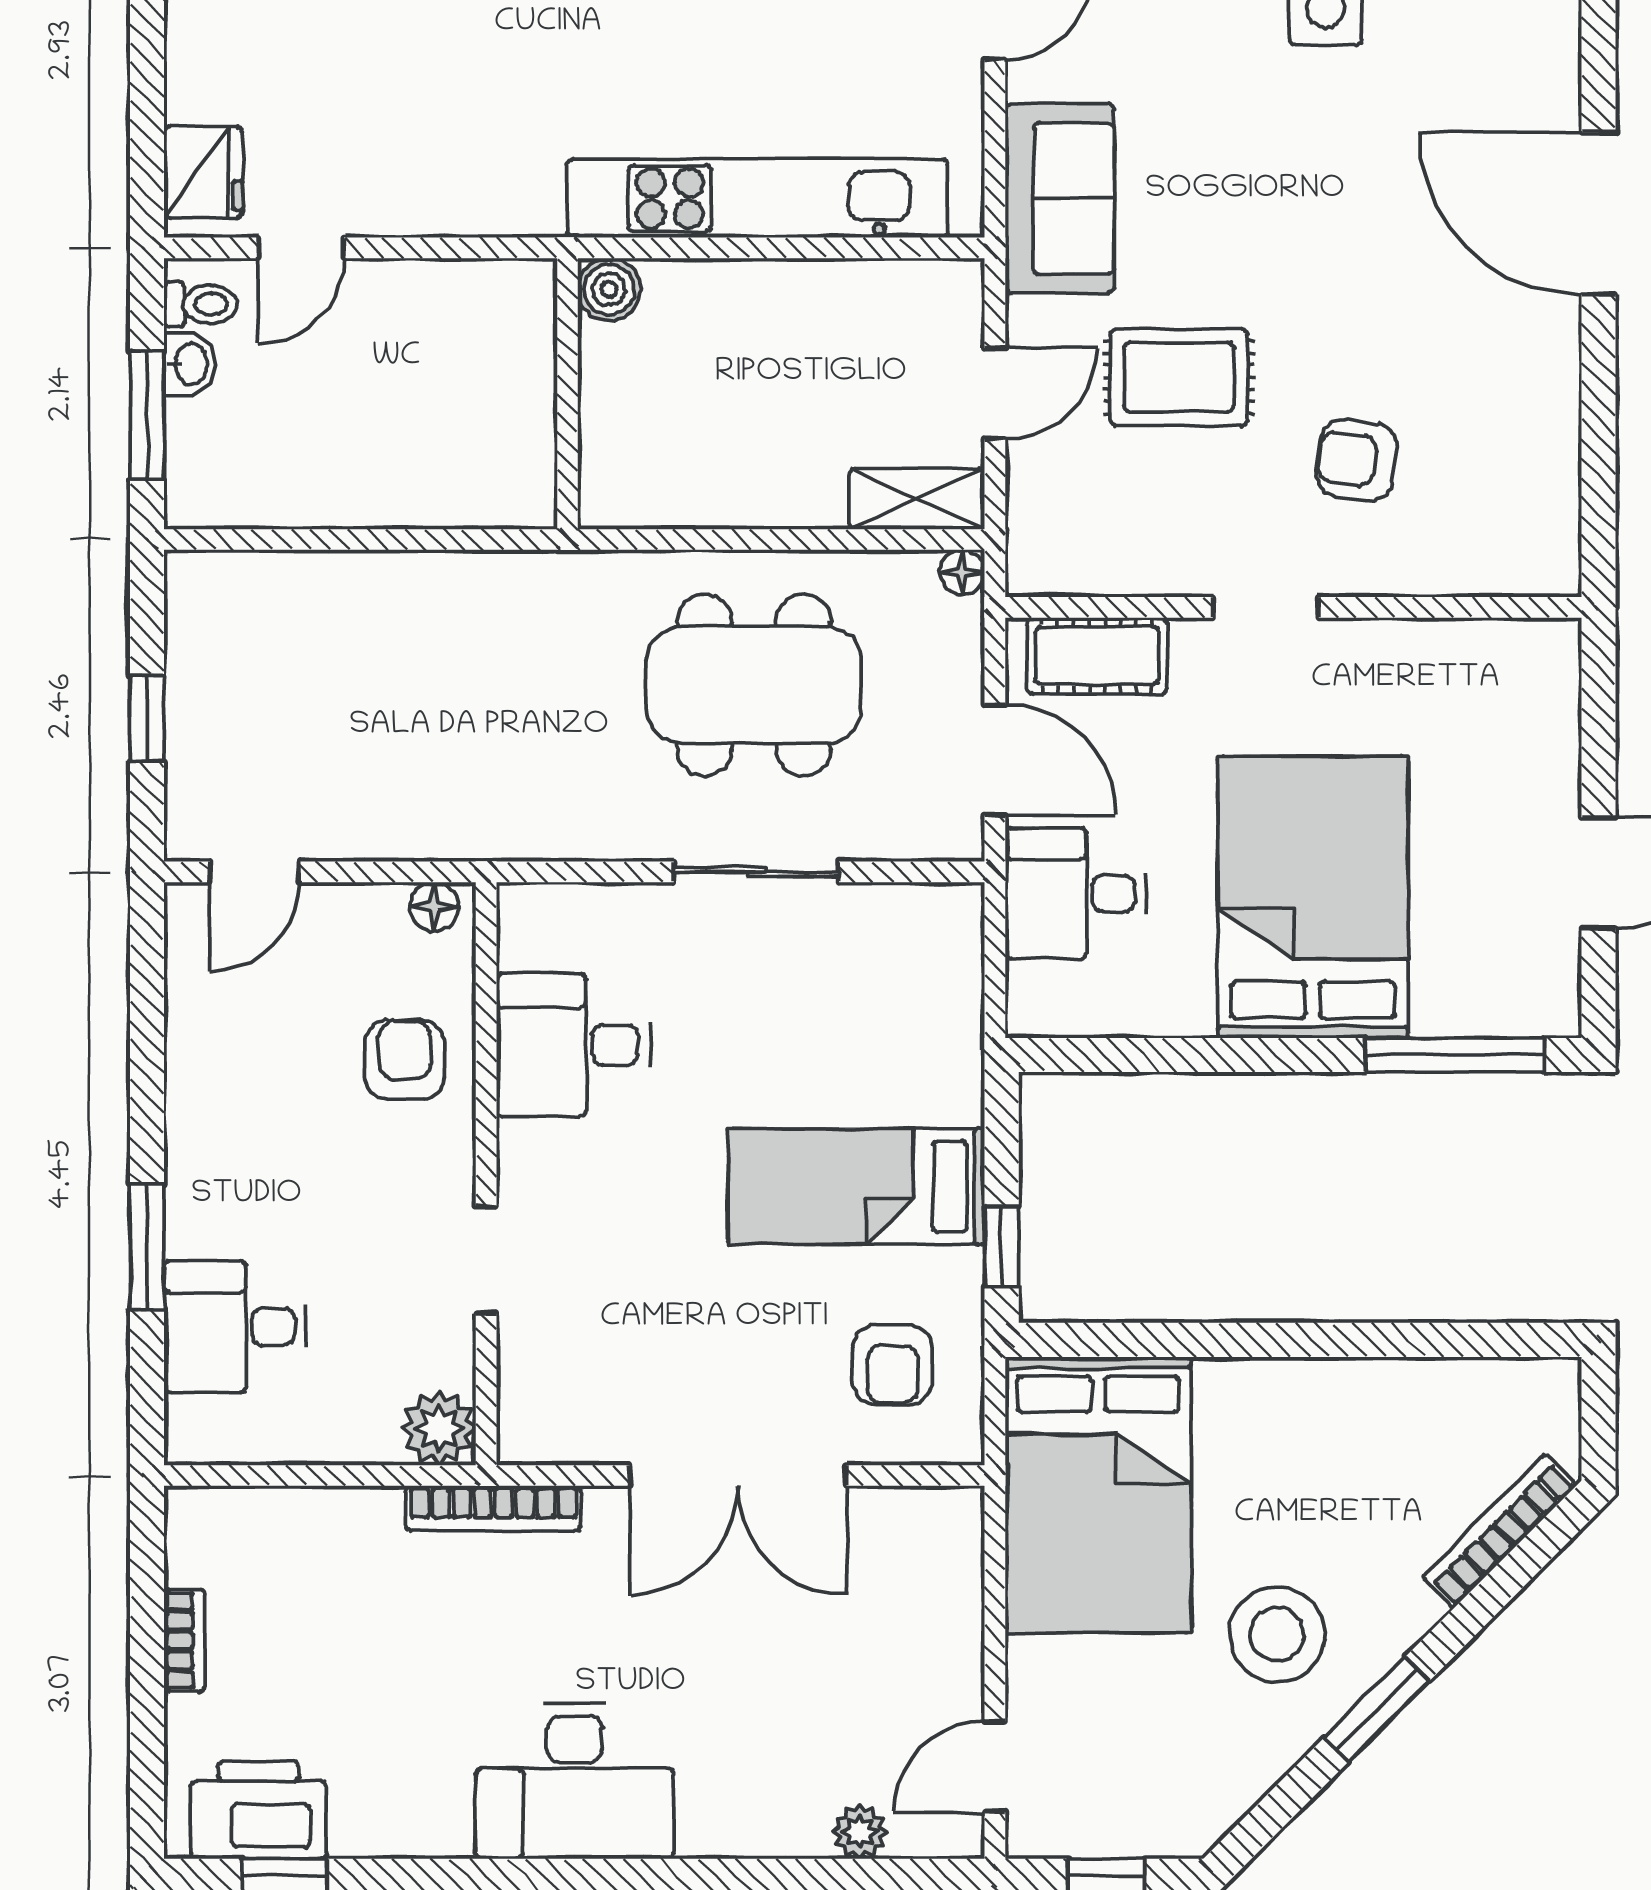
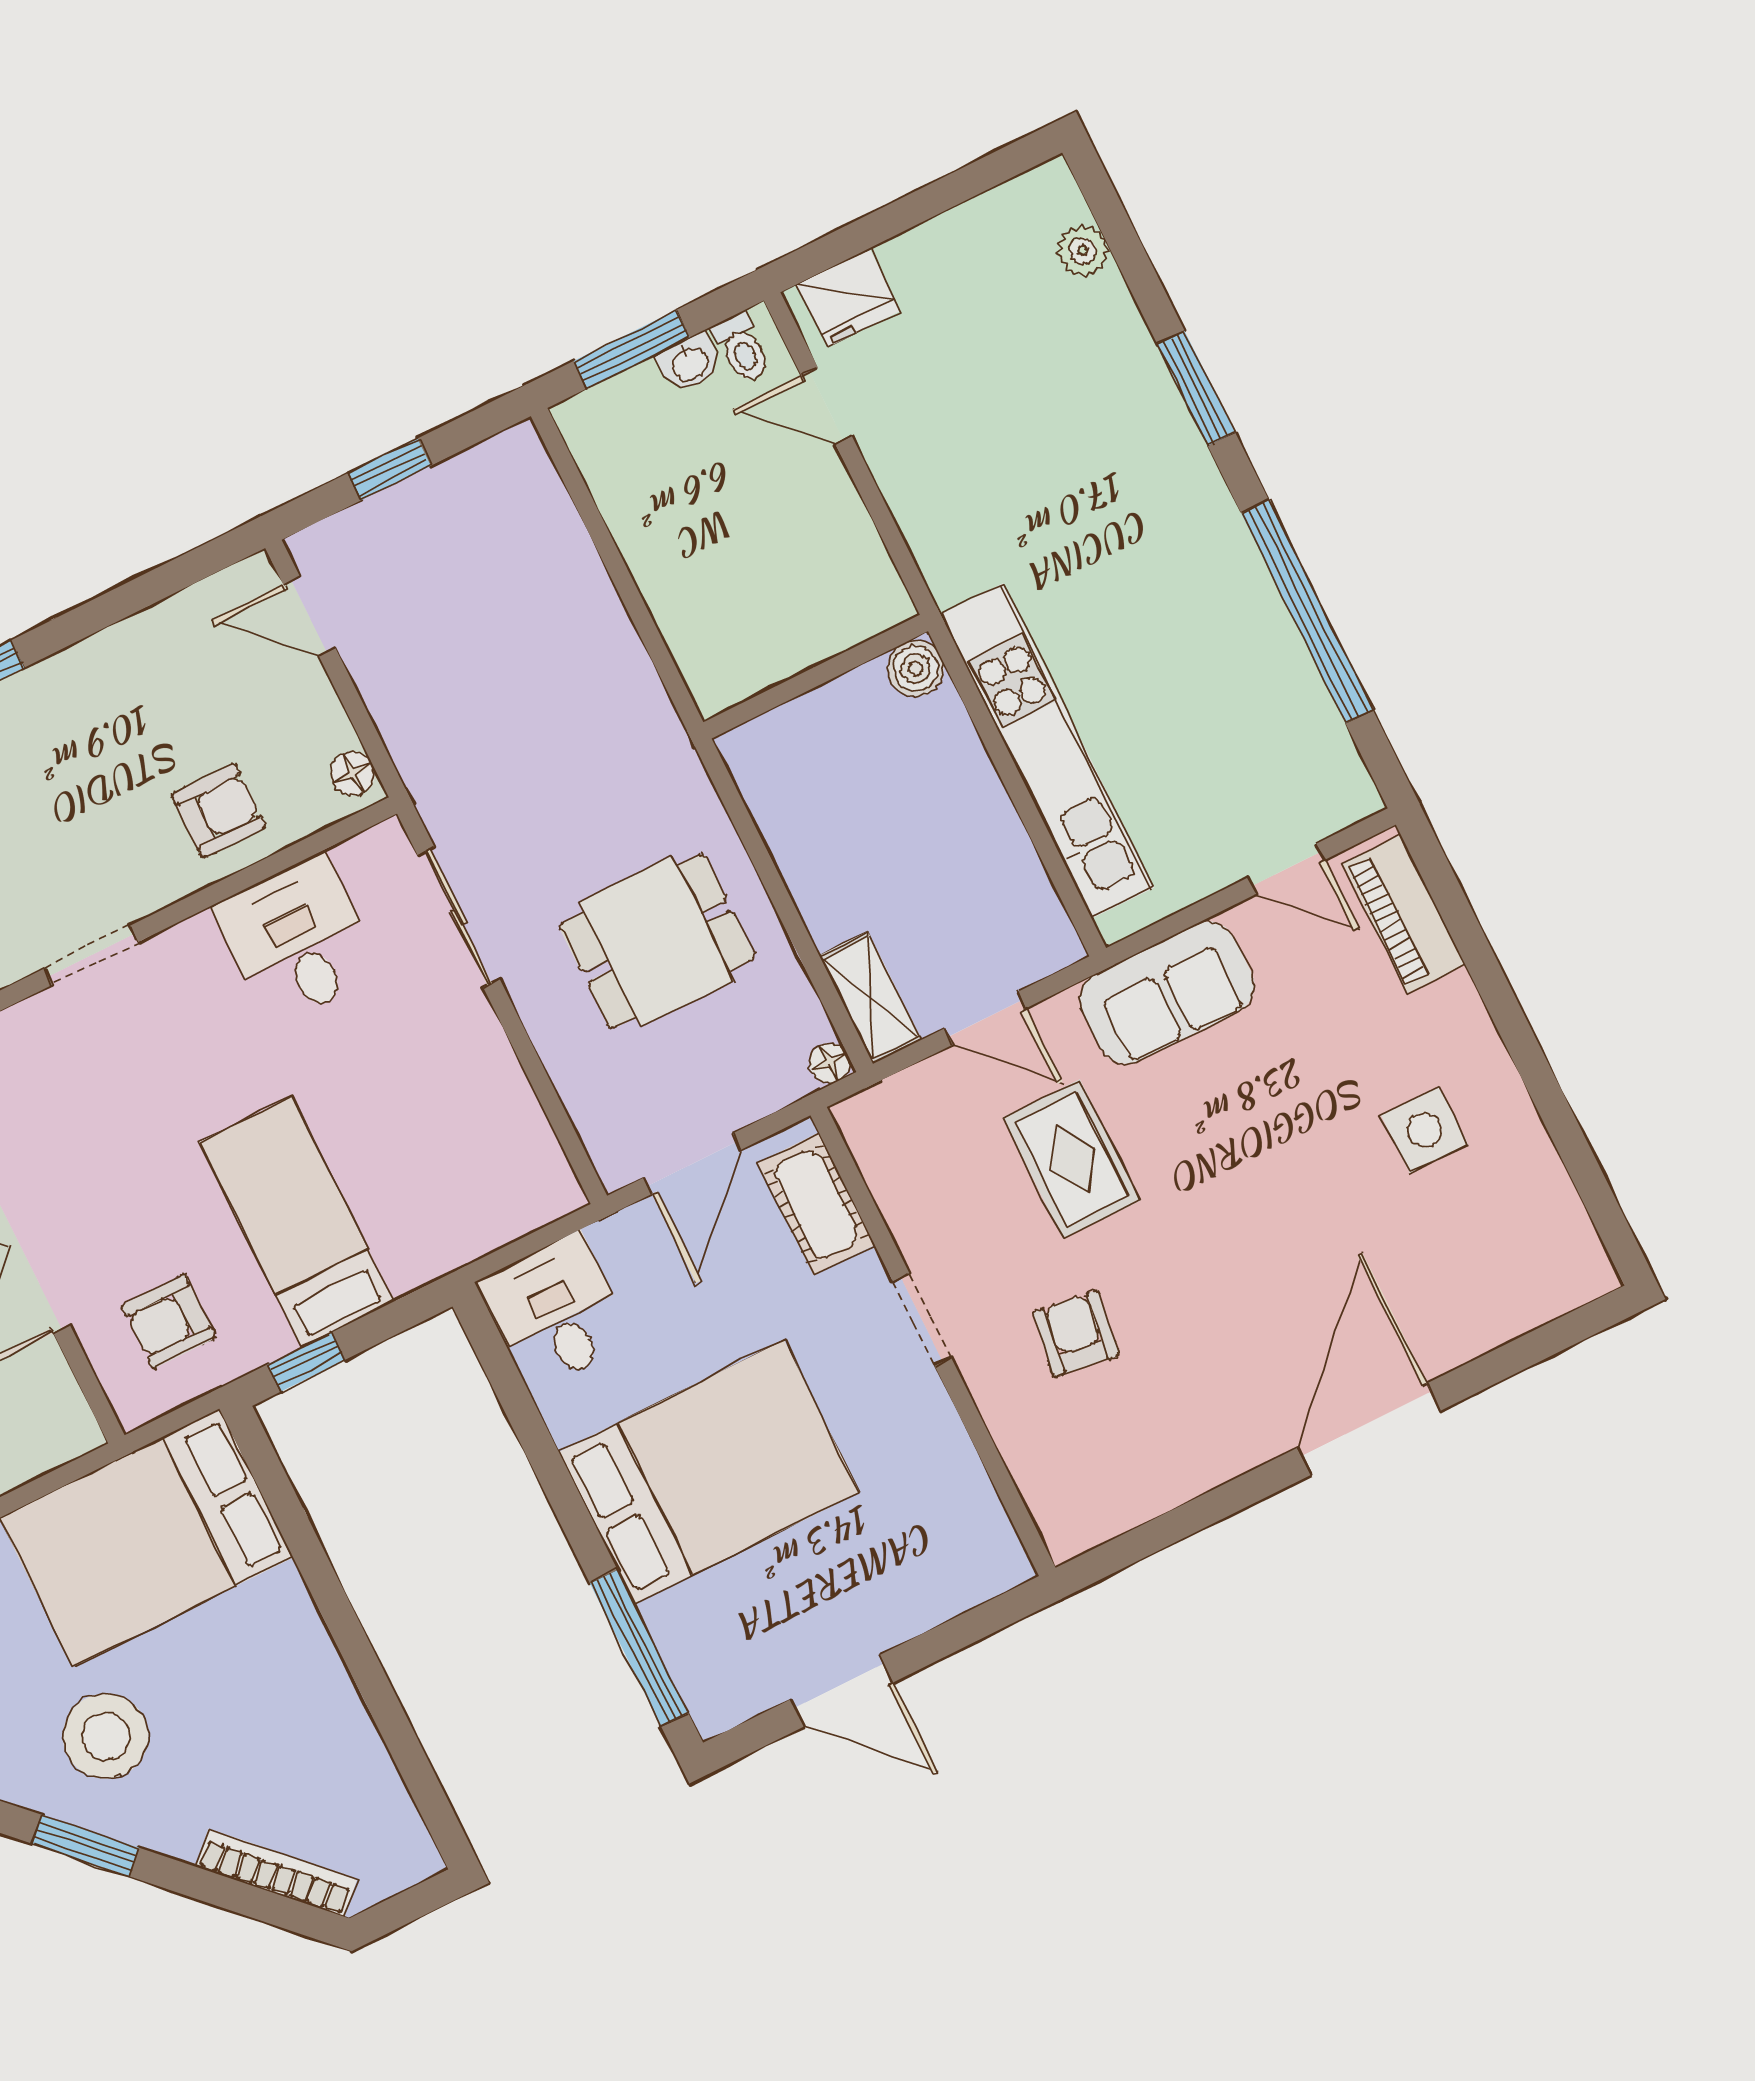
dining table: (754, 685) -> (657, 941), width x0.73
sliding door: (756, 872) -> (459, 917), moved
desk: (1075, 893) -> (556, 1311), moved

